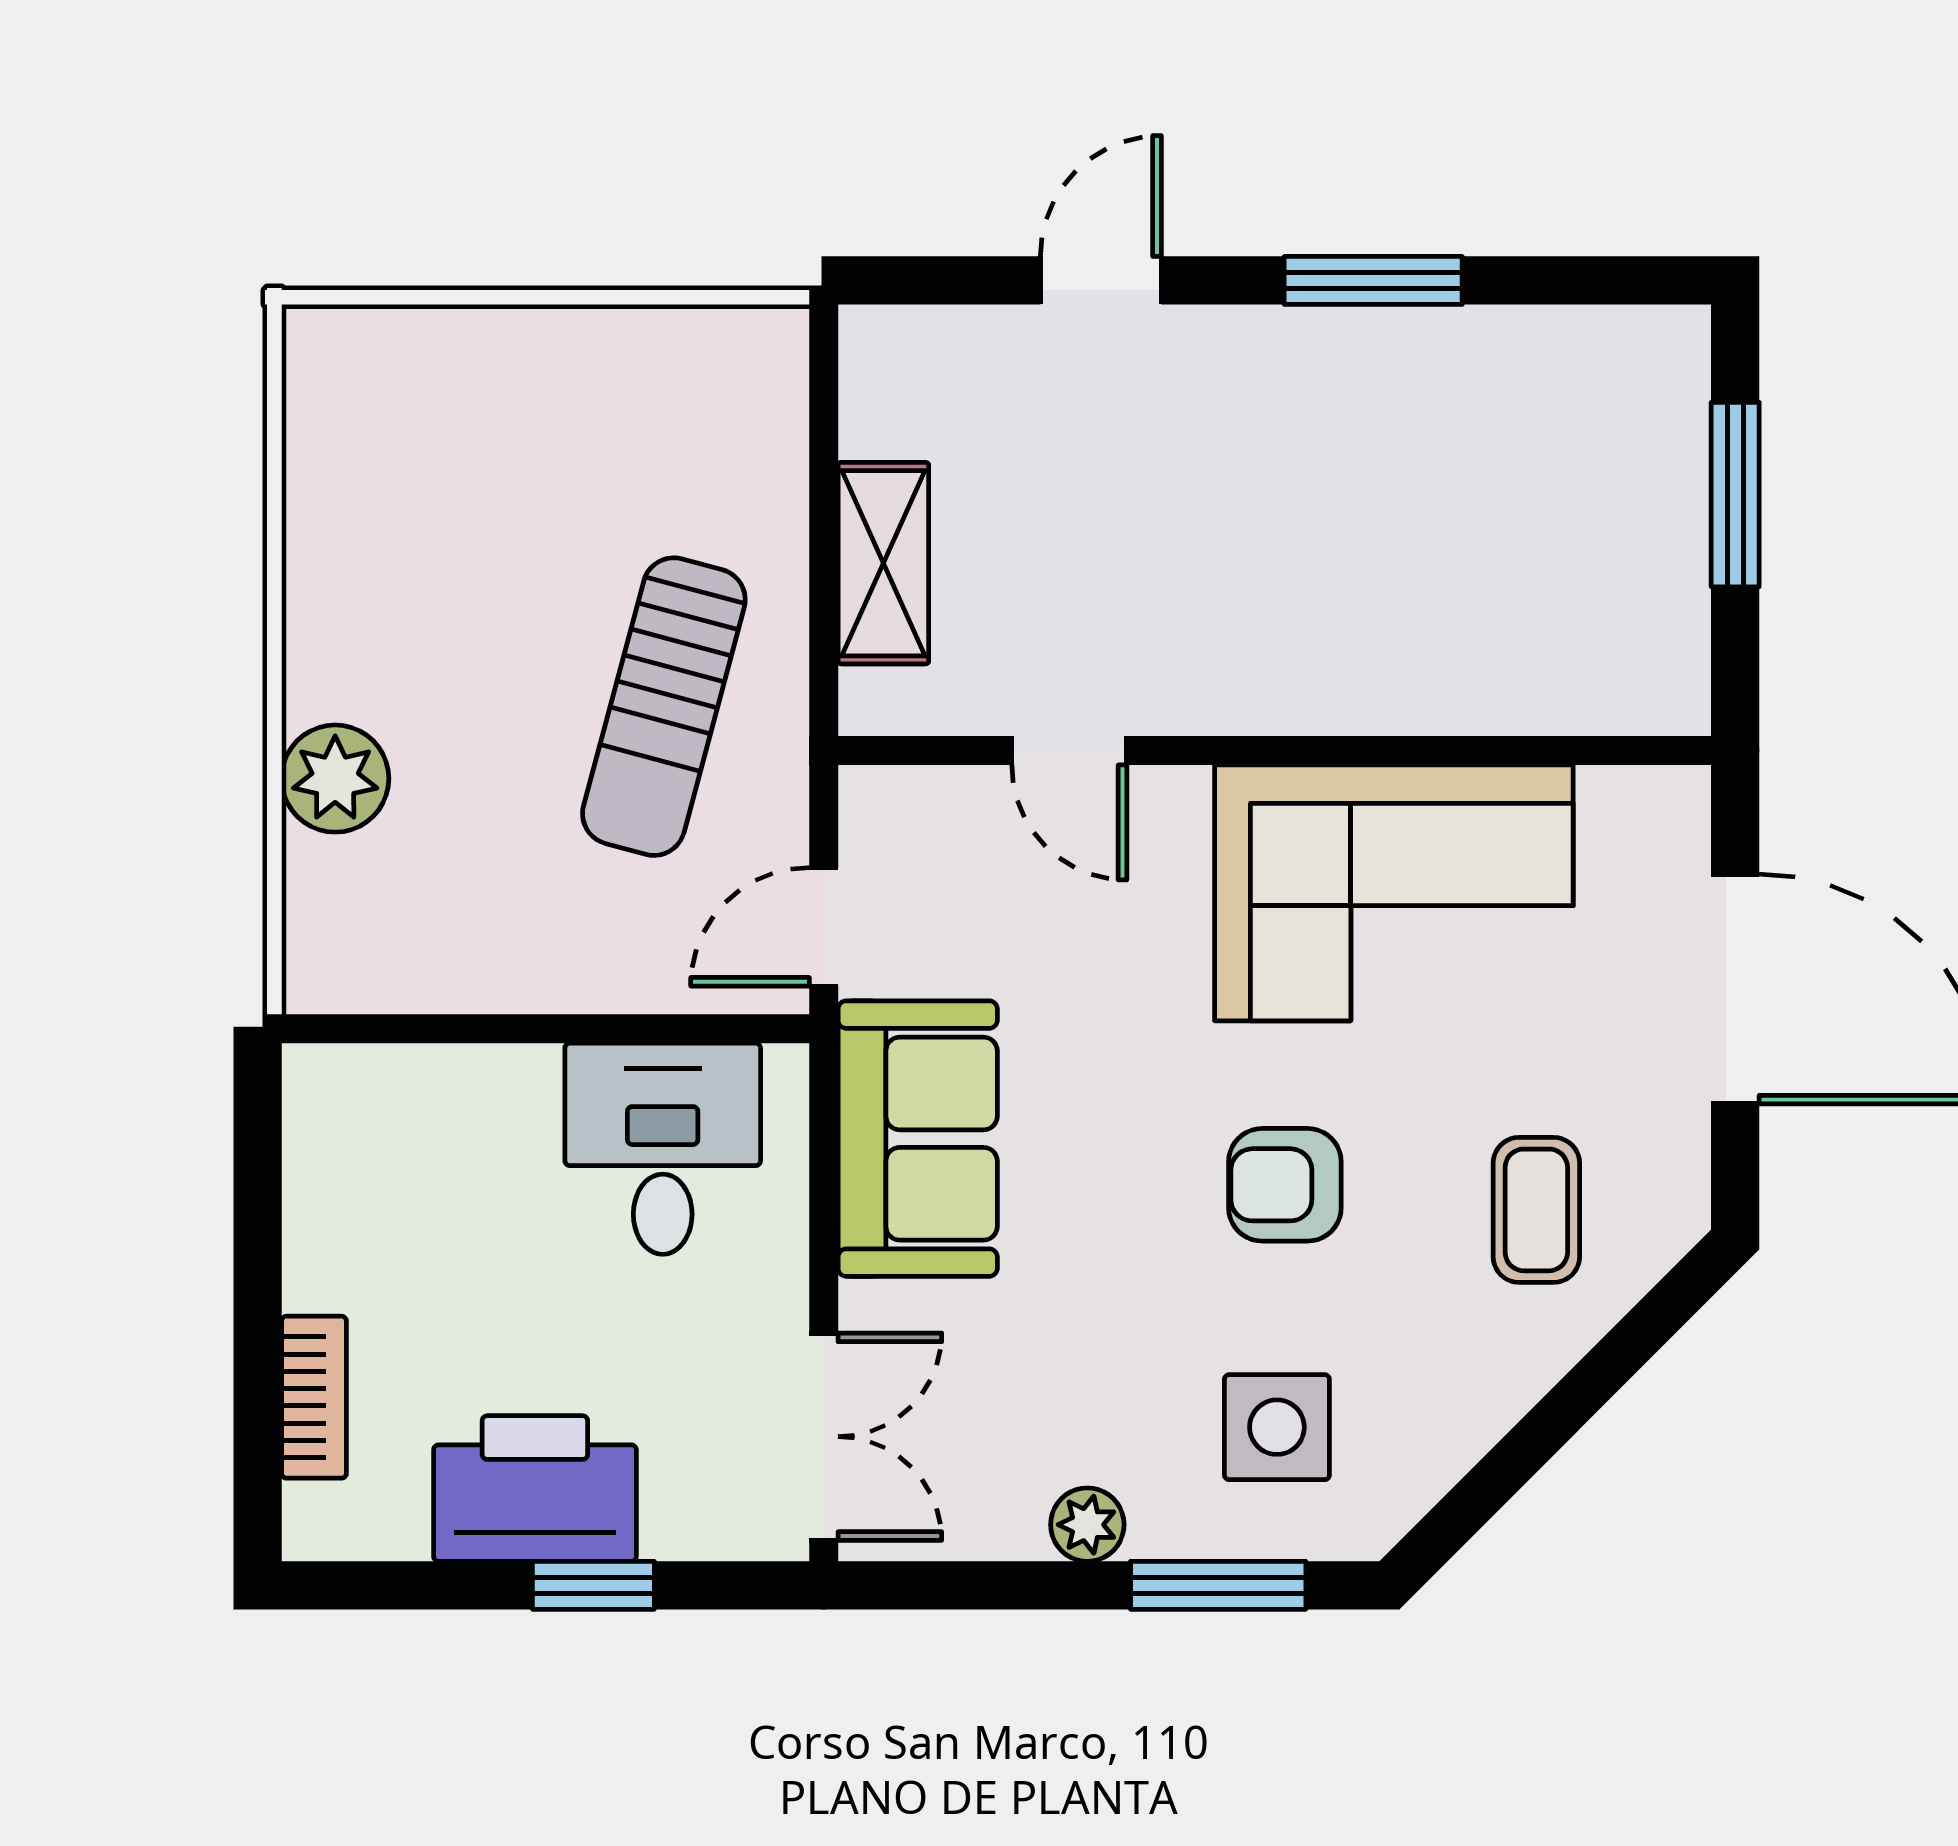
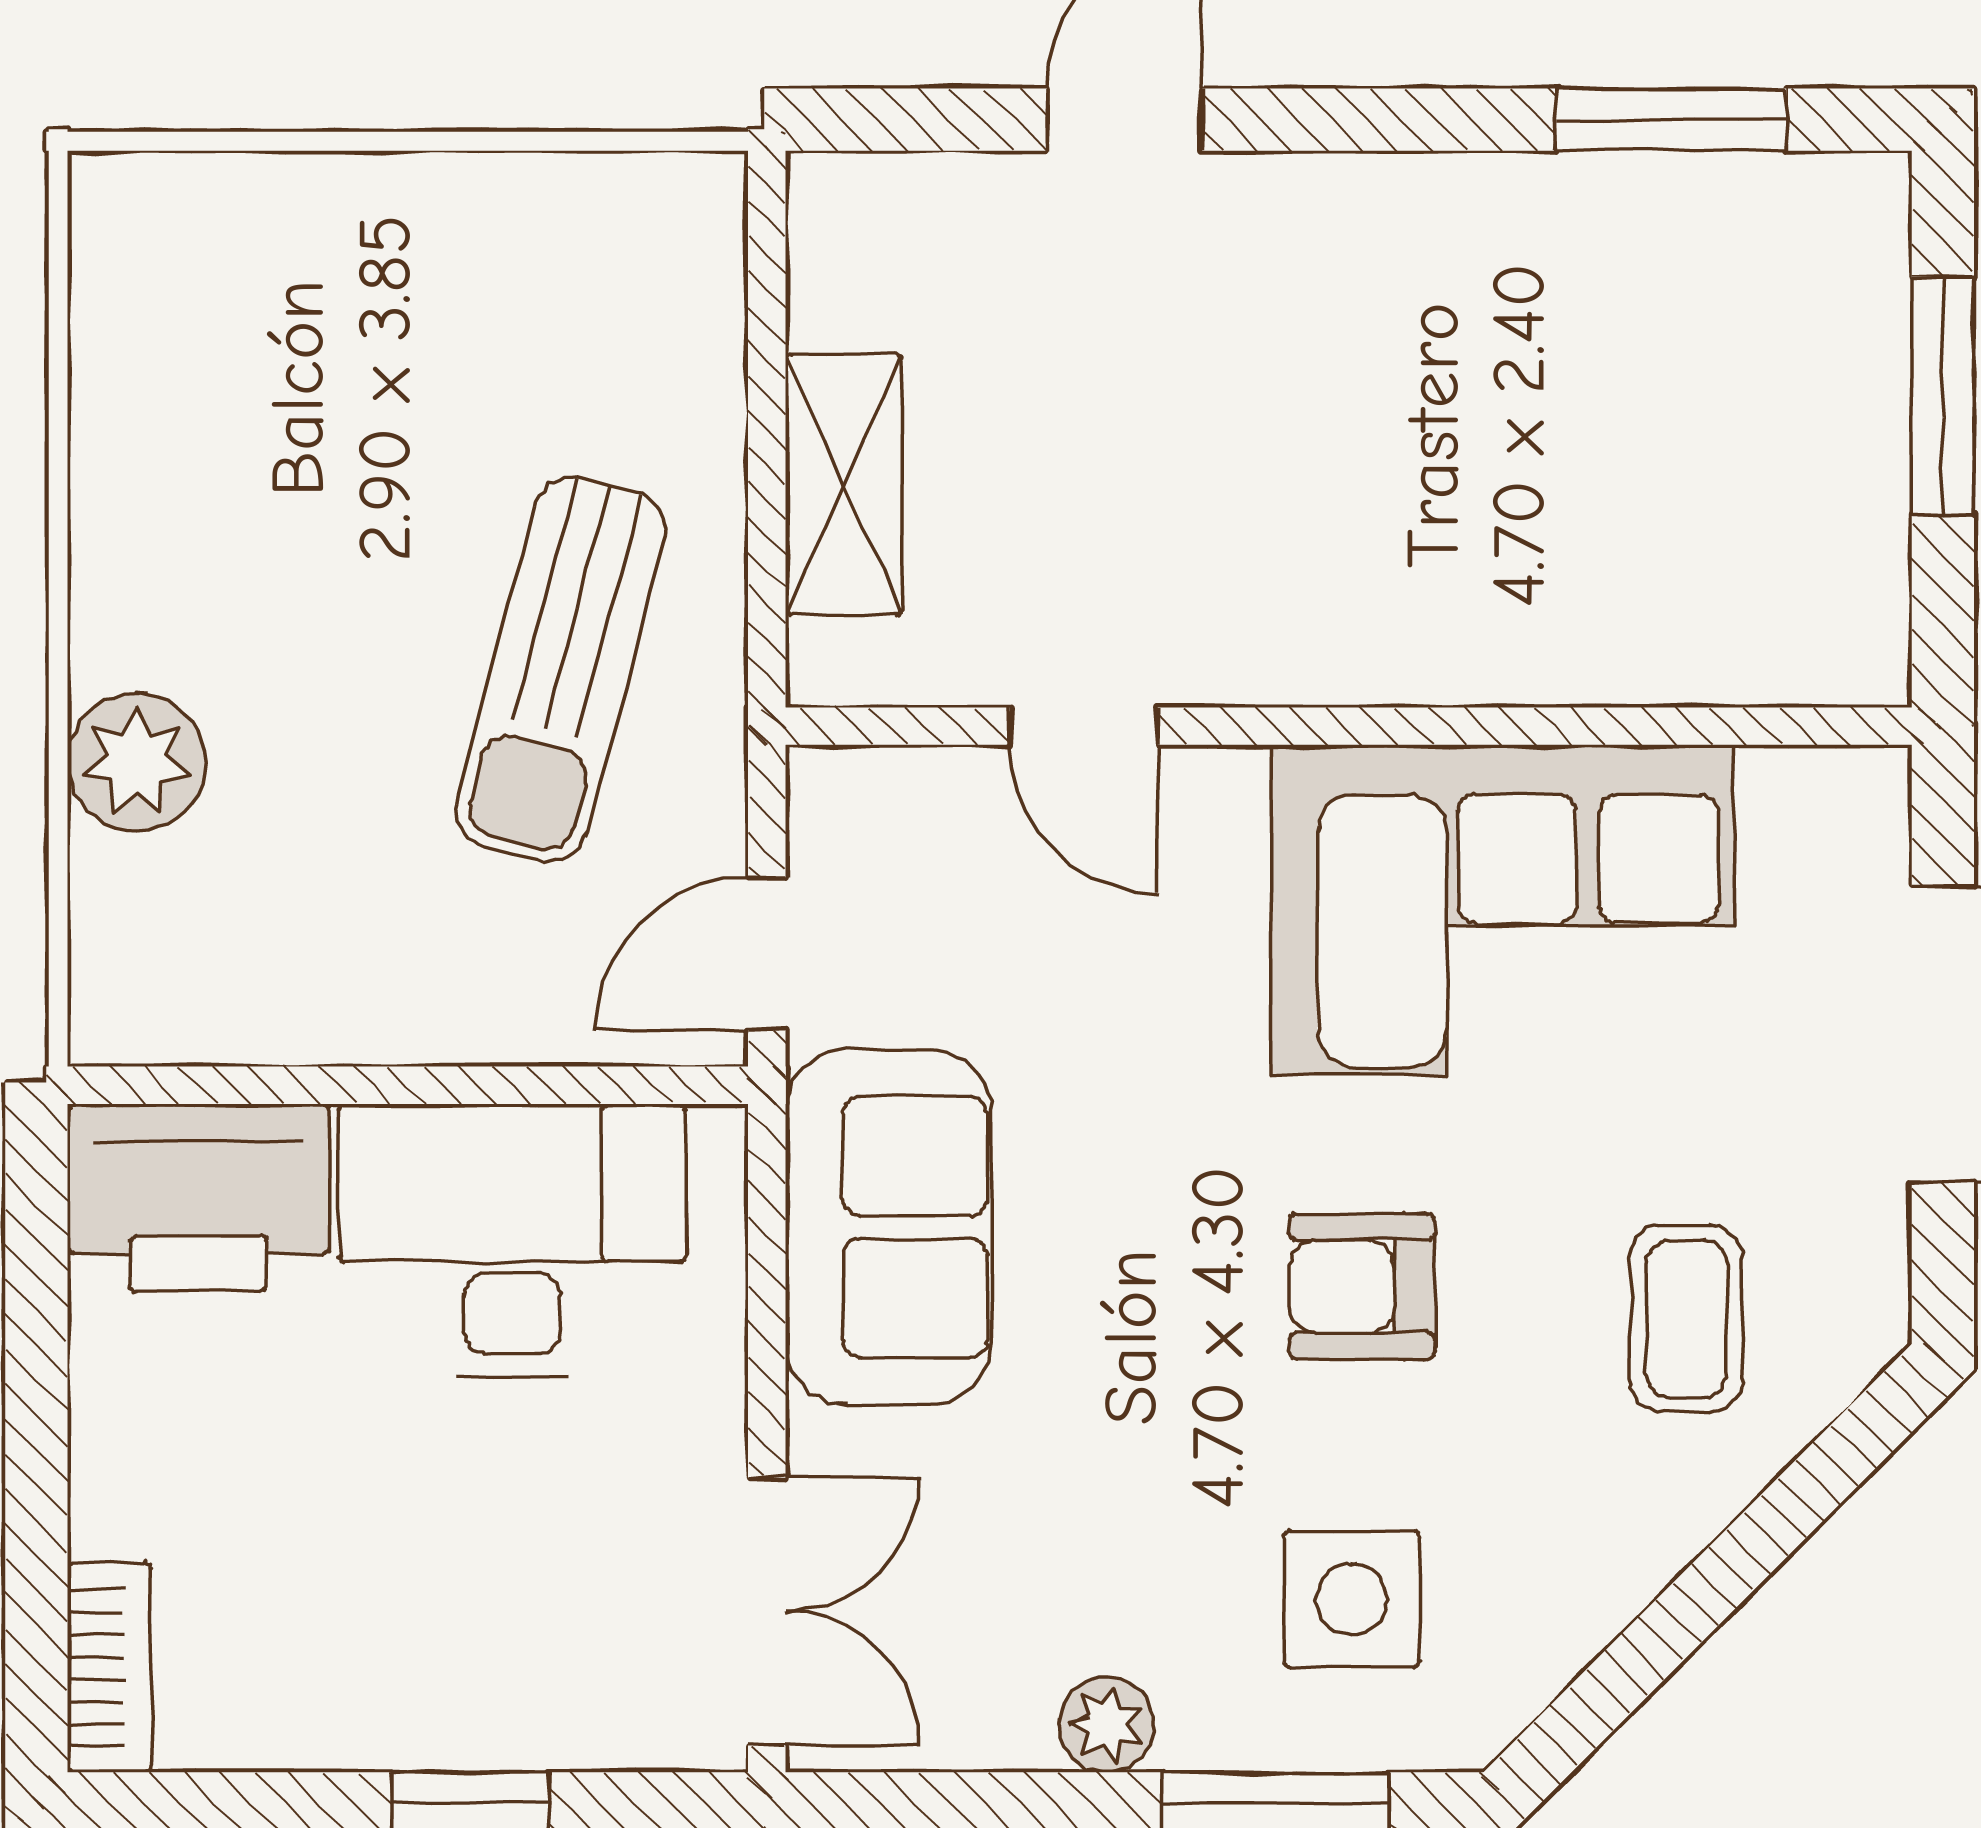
window: (1373, 280) -> (1671, 120), moved
desk: (663, 1149) -> (512, 1240), width x1.37
bookcase: (314, 1397) -> (109, 1668), moved
printer: (535, 1489) -> (198, 1198), moved, turned 180

